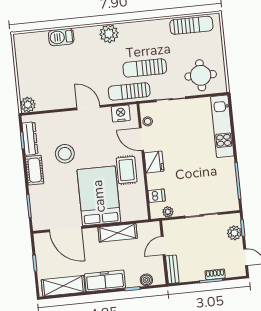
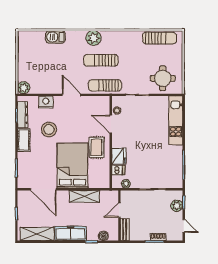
sun lounger: (145, 68) -> (101, 60), moved
nightstand: (121, 113) -> (46, 102), moved
fridge: (154, 162) -> (119, 156), moved

